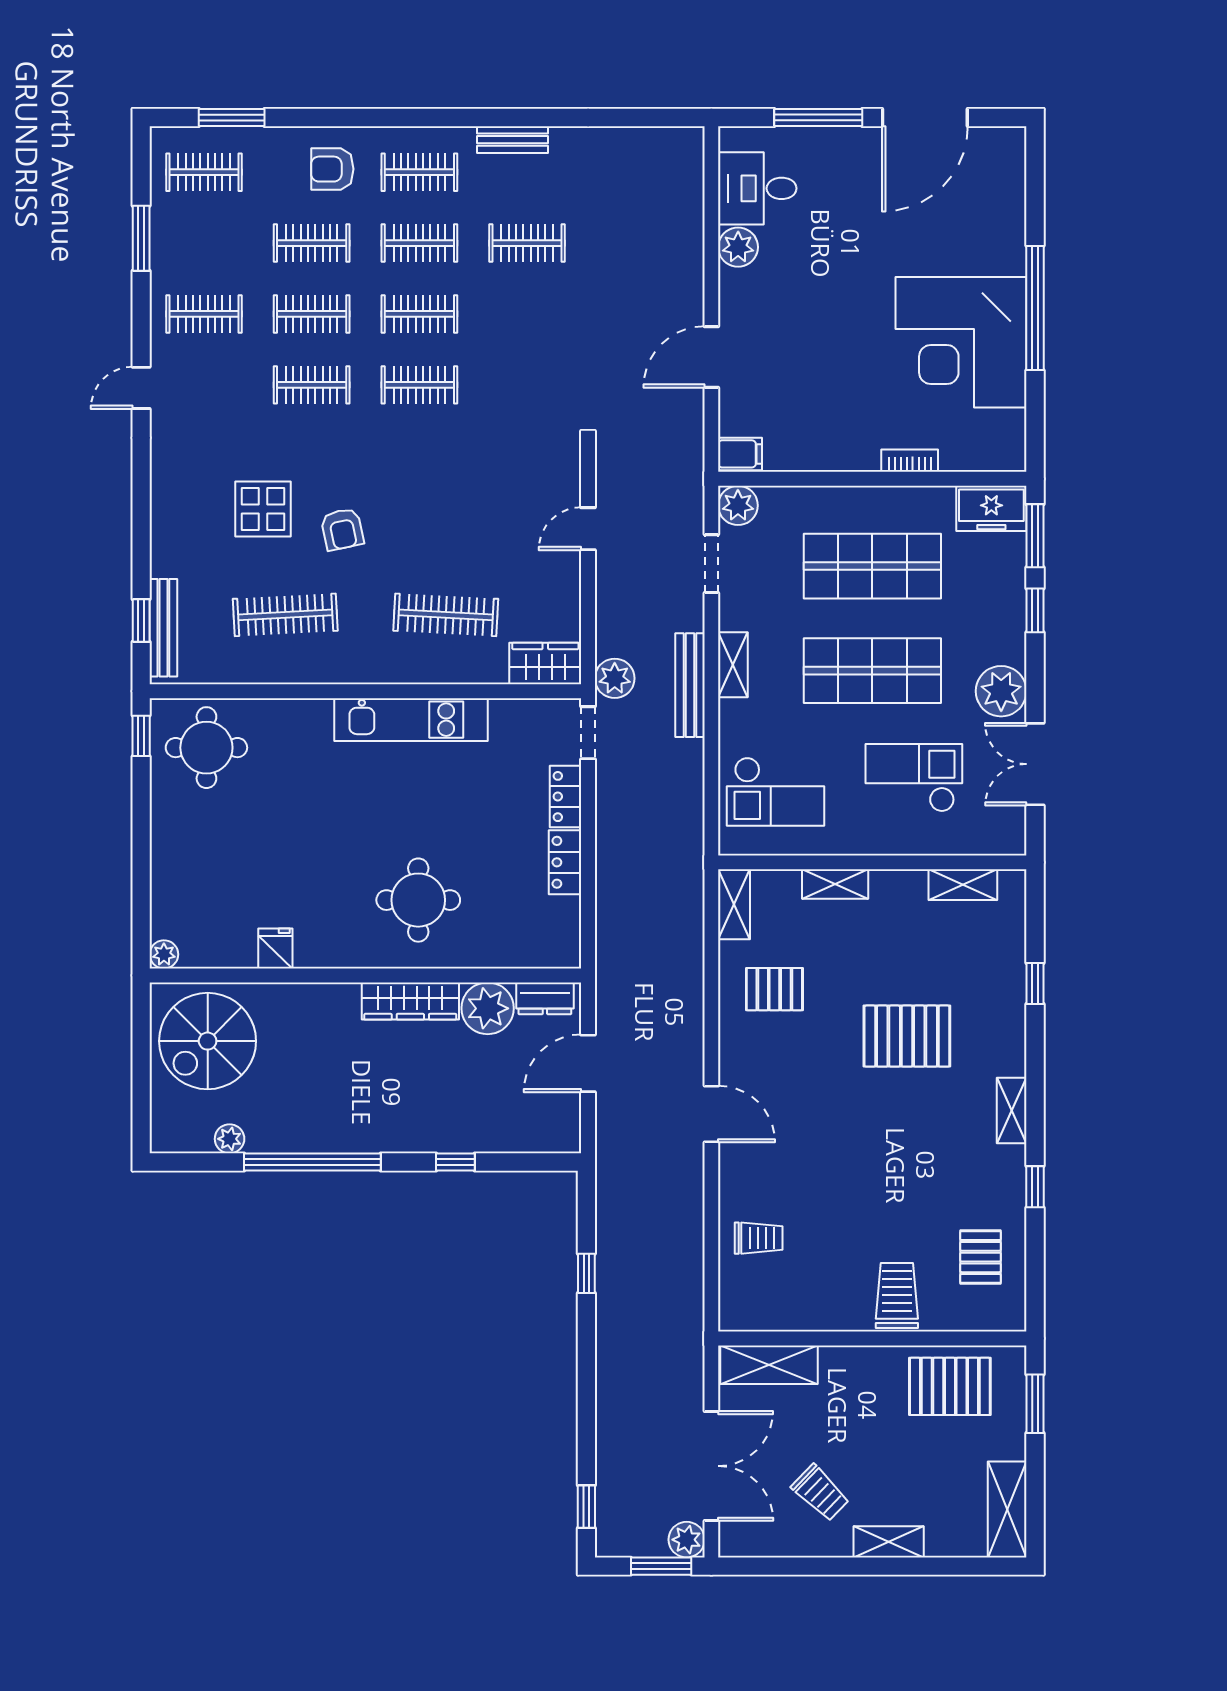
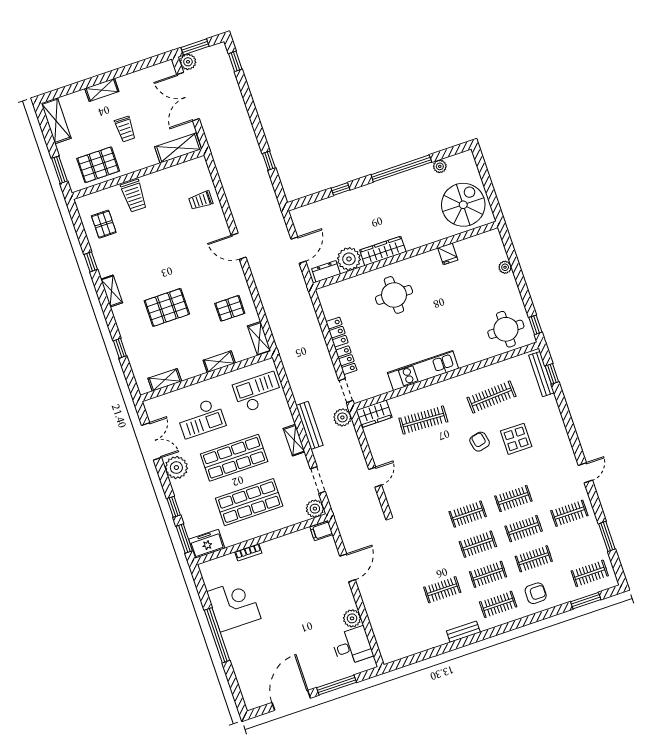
corner desk: (961, 342) -> (234, 605), width x0.74, depth x0.74
plant: (164, 954) -> (505, 267), moved
trolley: (820, 1493) -> (125, 129), moved, turned -134

